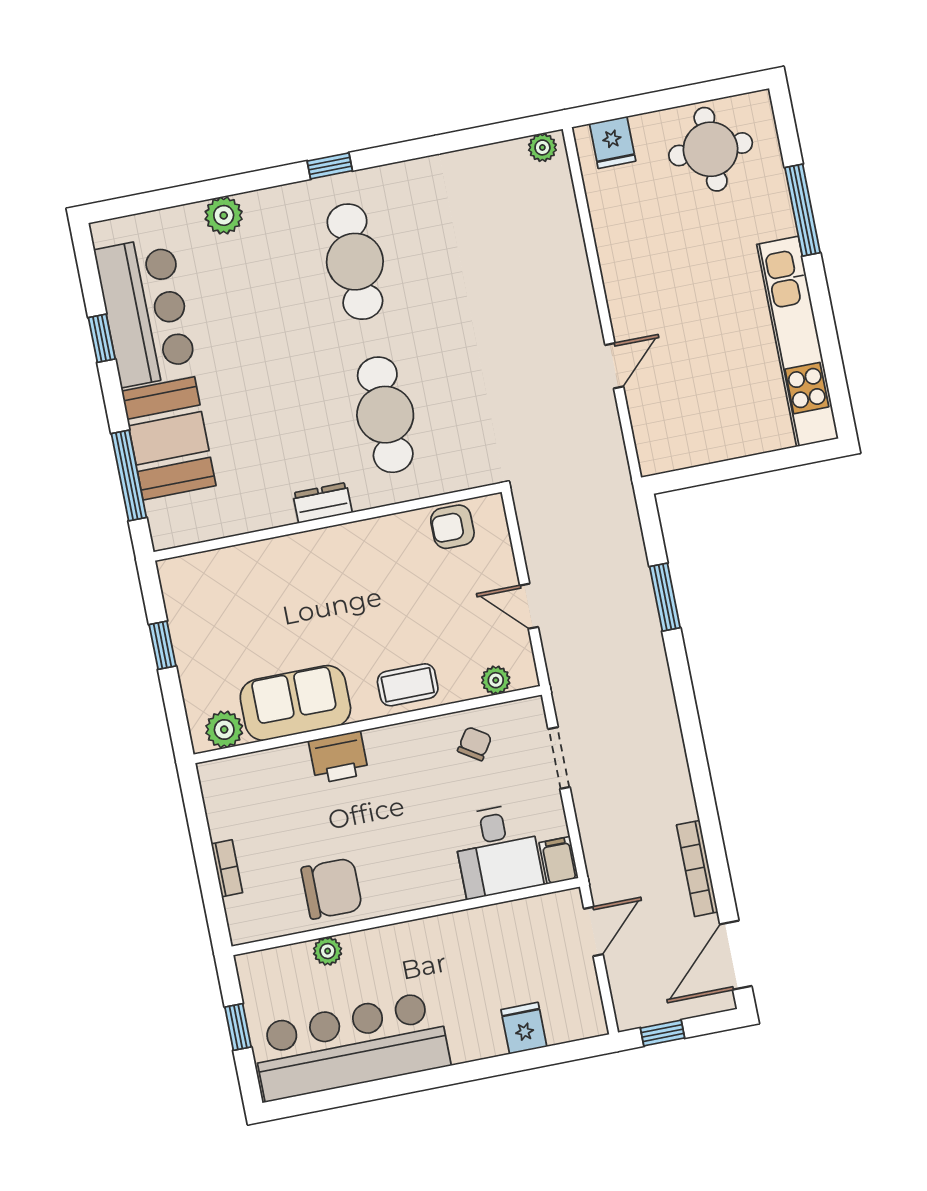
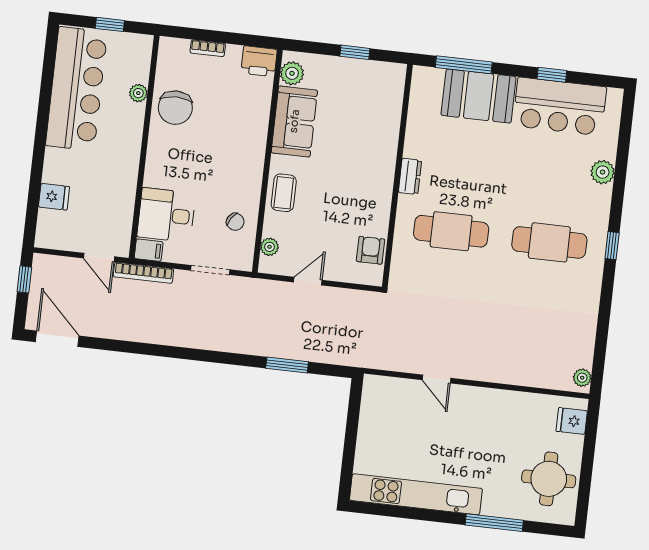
printer: (338, 757) -> (259, 61), moved, turned -90
bookcase: (697, 868) -> (143, 273), moved, turned 180

